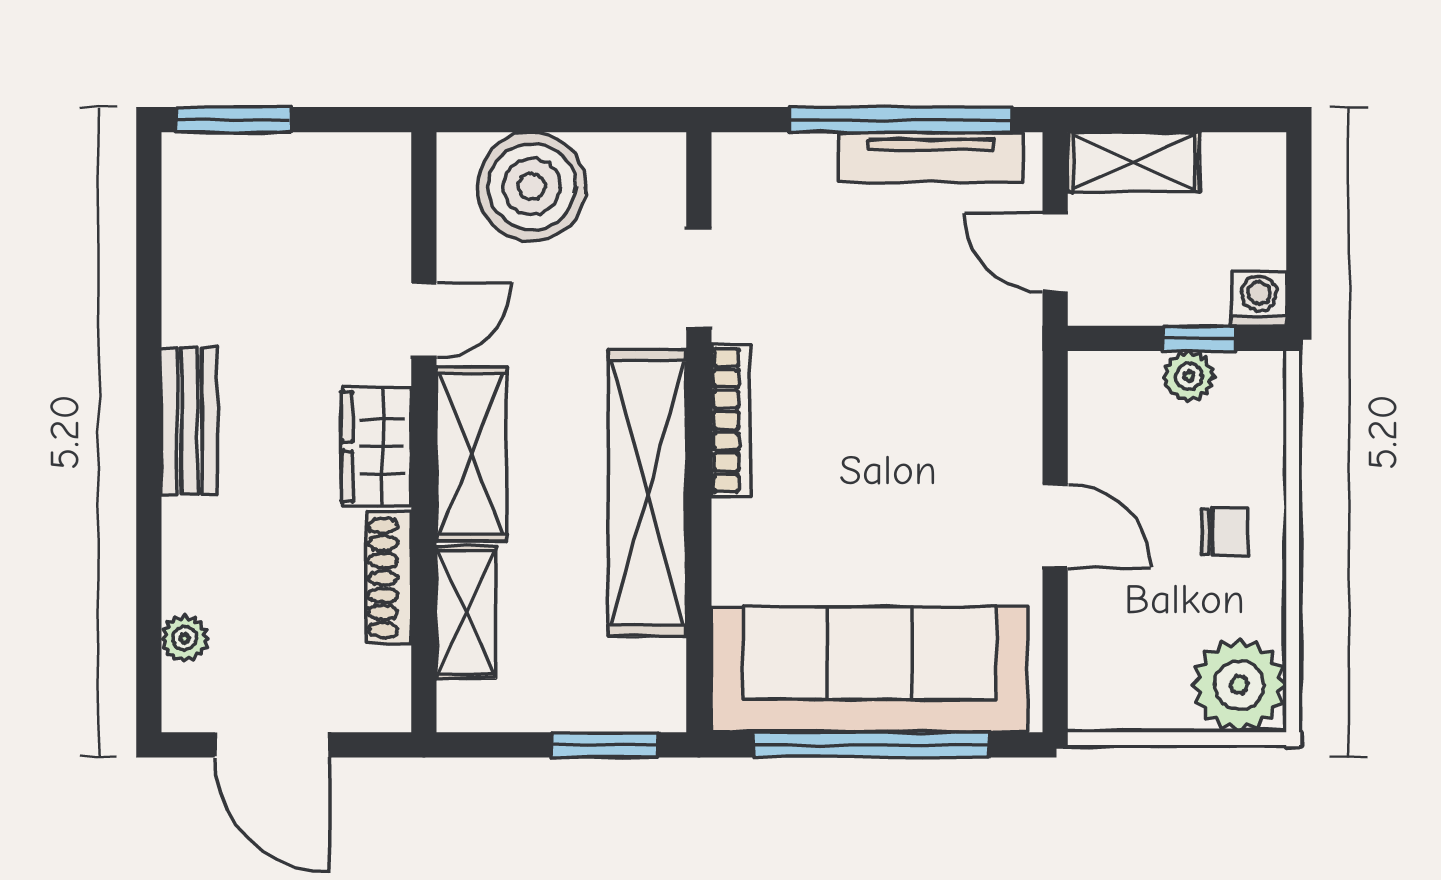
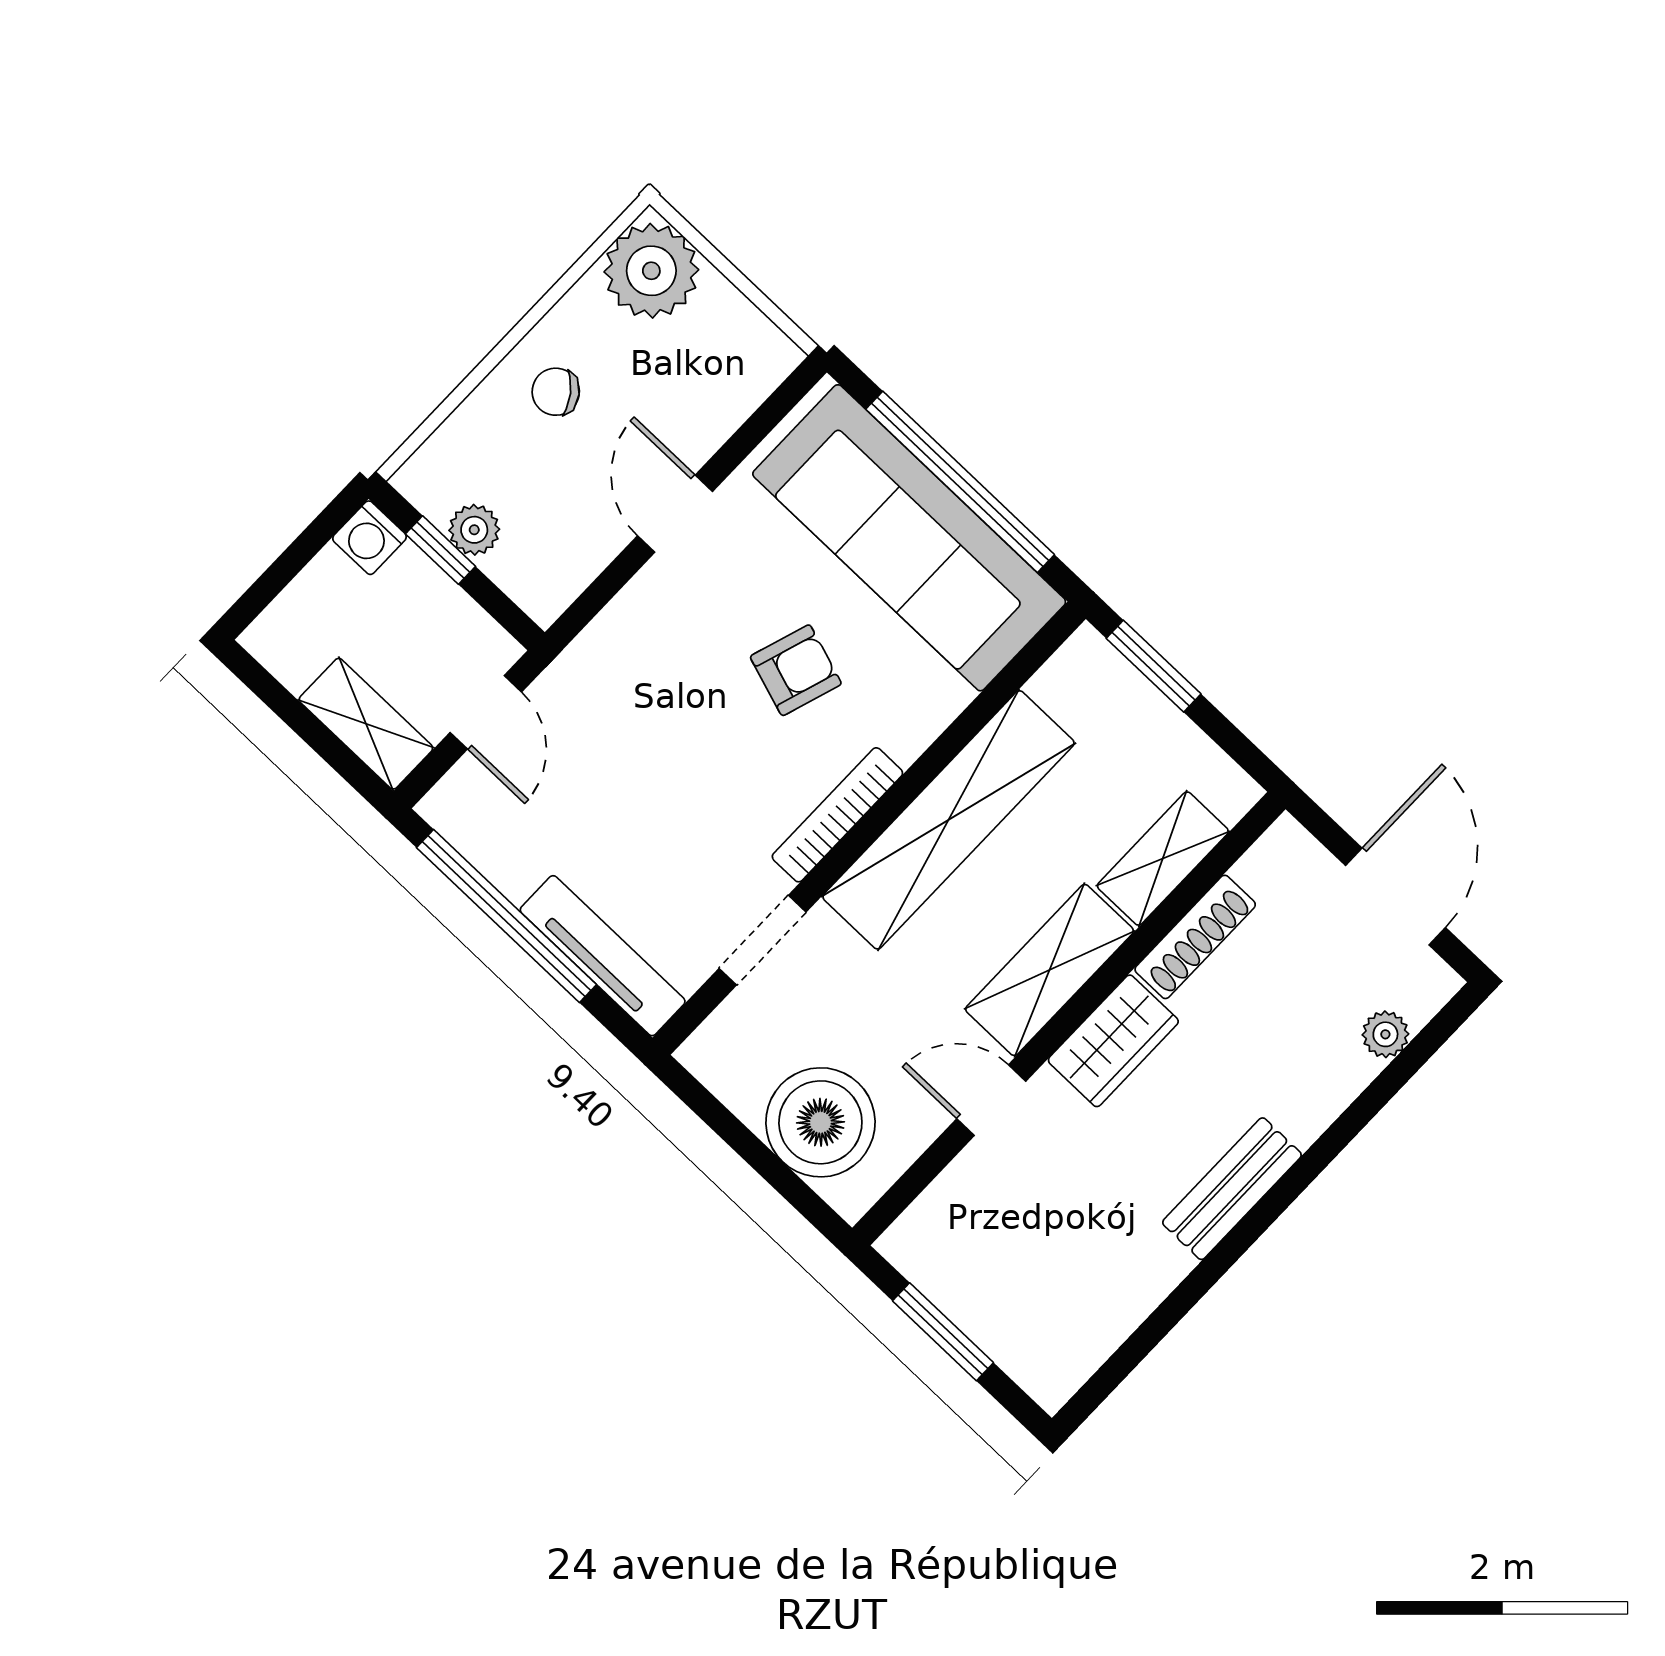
window: (233, 120) -> (943, 1332), moved
tv unit: (931, 157) -> (603, 956), moved
armchair: (860, 496) -> (796, 670), added
chair: (1225, 532) -> (556, 392), turned -37

